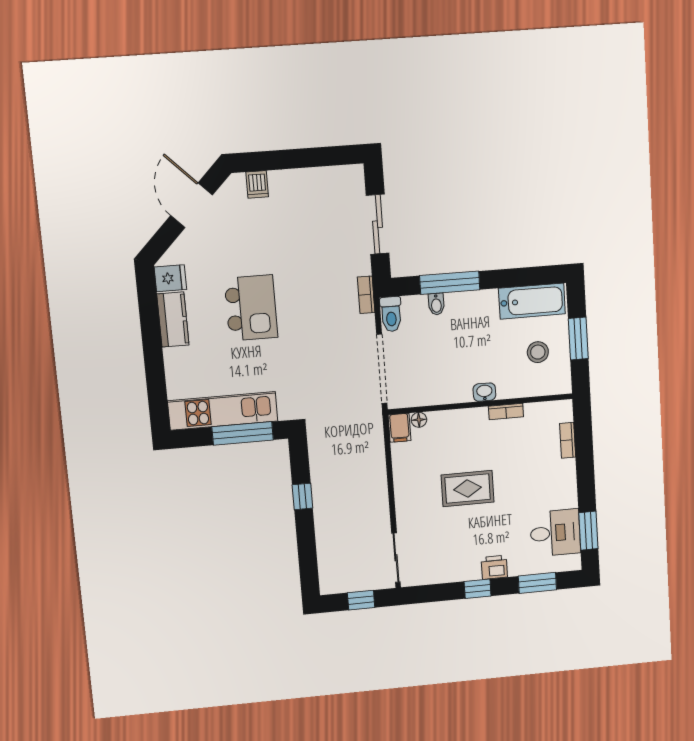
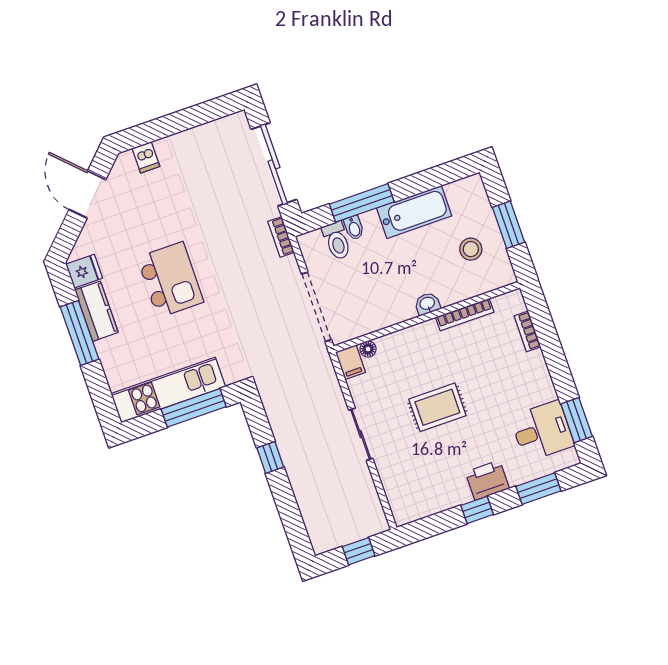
sliding door: (378, 224) -> (274, 164), width x1.37
bathtub: (532, 301) -> (414, 212), moved
toilet: (391, 314) -> (337, 241), moved
window: (151, 336) -> (79, 333), added
bookcase: (506, 411) -> (465, 315), width x1.56
sliding door: (396, 558) -> (361, 434), moved
printer: (494, 567) -> (487, 480), width x1.36, depth x1.24

